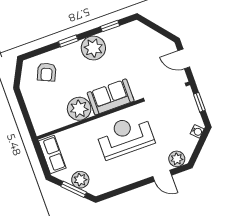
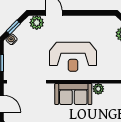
plant: (79, 109) -> (98, 89), width x0.53, depth x0.53
window: (200, 145) -> (13, 27), added

